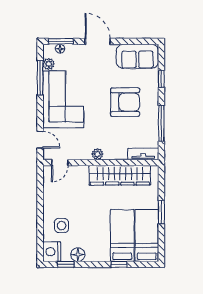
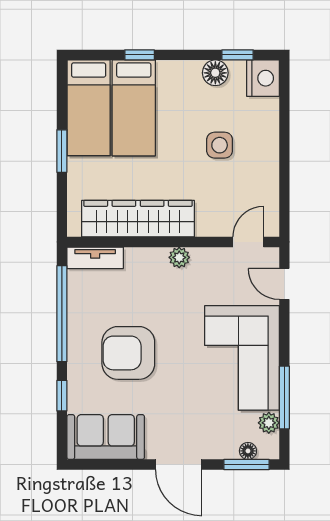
window: (161, 123) -> (62, 314), width x1.46
side table: (62, 225) -> (220, 145), moved

